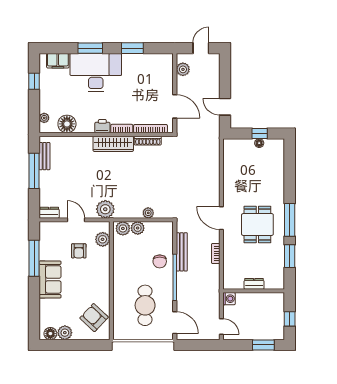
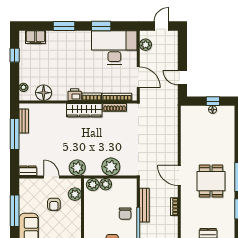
desk: (96, 73) -> (114, 47), moved
plant: (148, 213) -> (111, 167), width x1.88, depth x1.88

